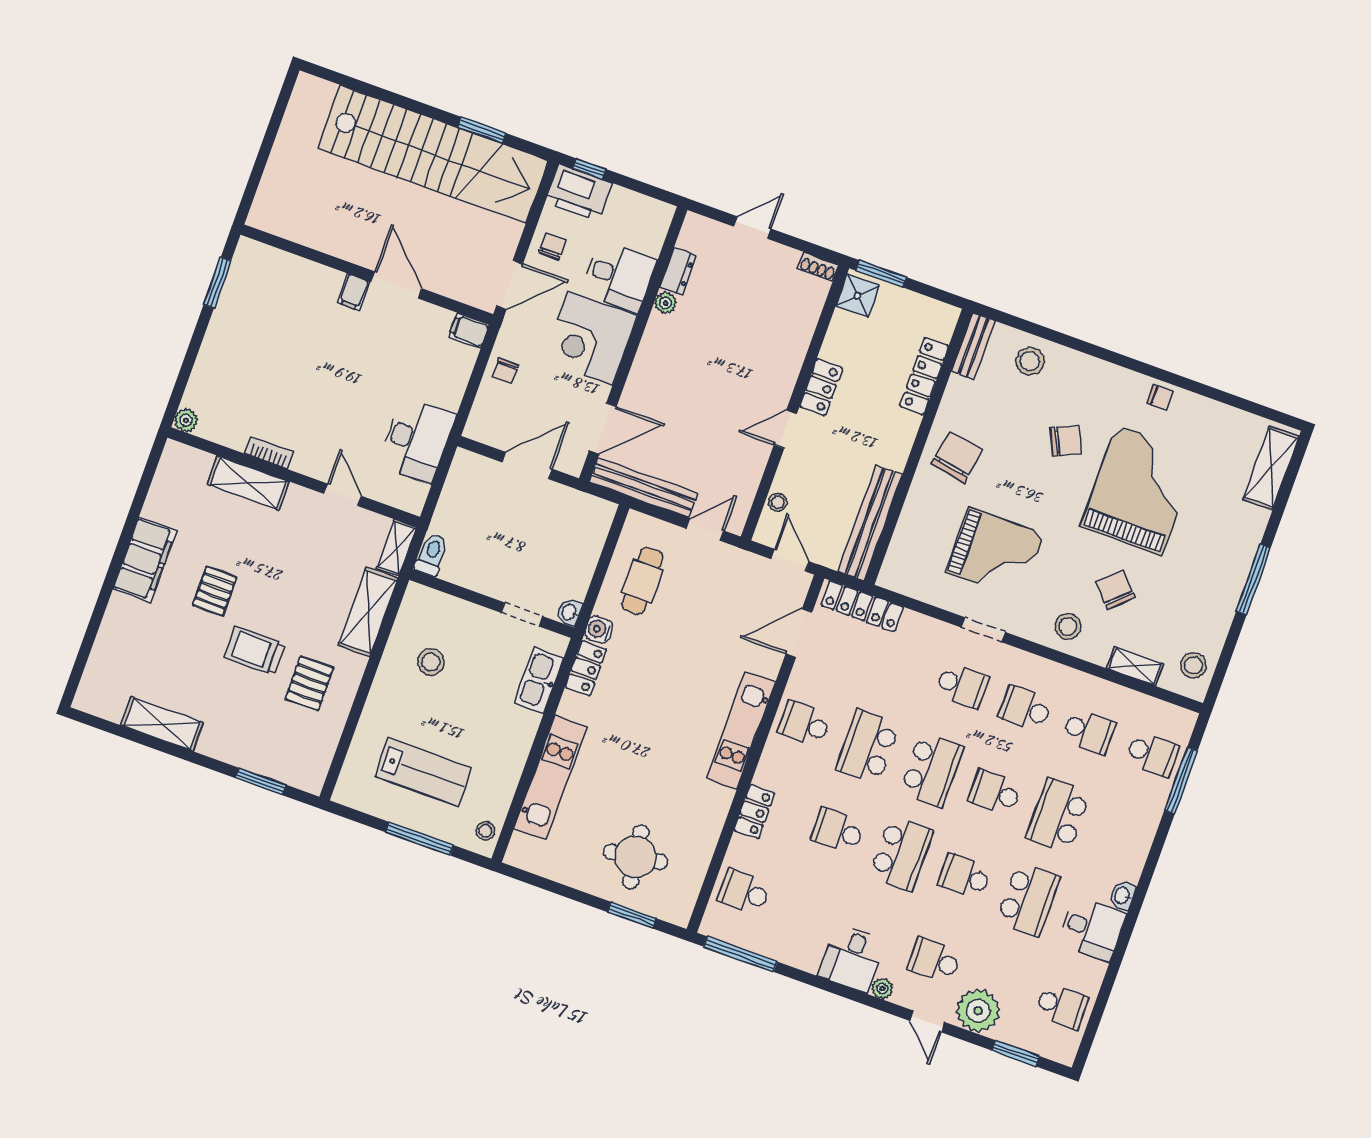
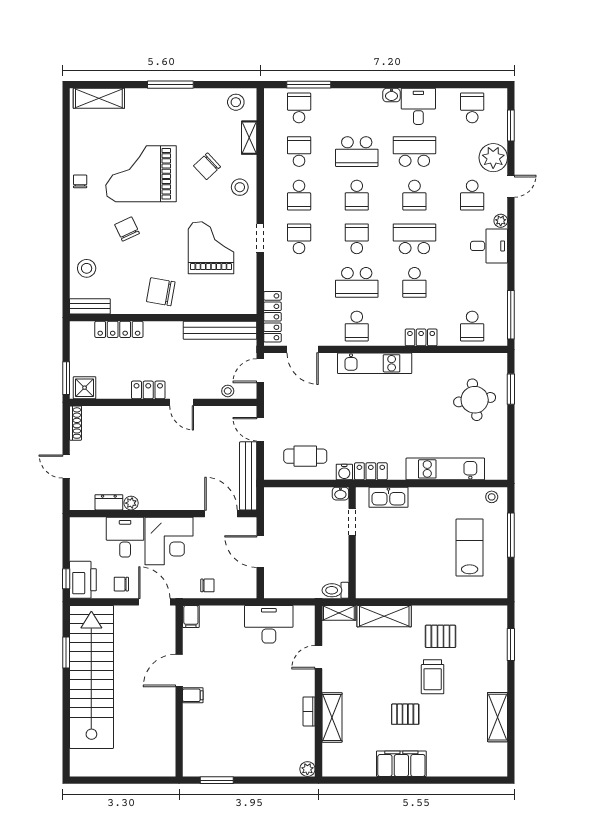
shoe rack: (818, 267) -> (75, 423), width x1.43
stool: (431, 662) -> (401, 567), removed
school desk: (932, 770) -> (357, 239), width x0.54

